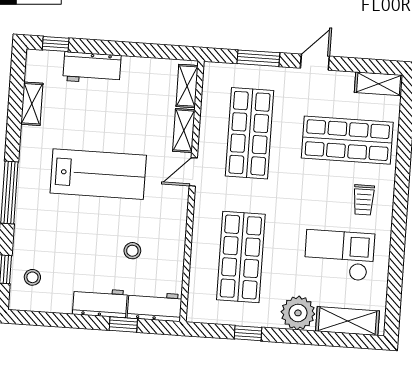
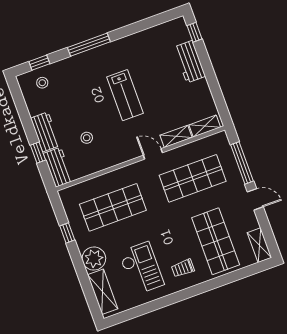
window: (258, 58) -> (242, 163), width x1.44
shelving: (32, 104) -> (151, 34), removed
lab bench: (98, 174) -> (125, 95), width x0.73, depth x0.72

